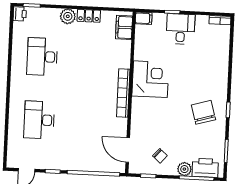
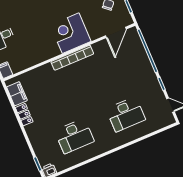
plant: (68, 16) -> (33, 131), removed
filing cabinet: (124, 27) -> (17, 94), moved, turned -90
corner desk: (150, 79) -> (71, 33), moved

